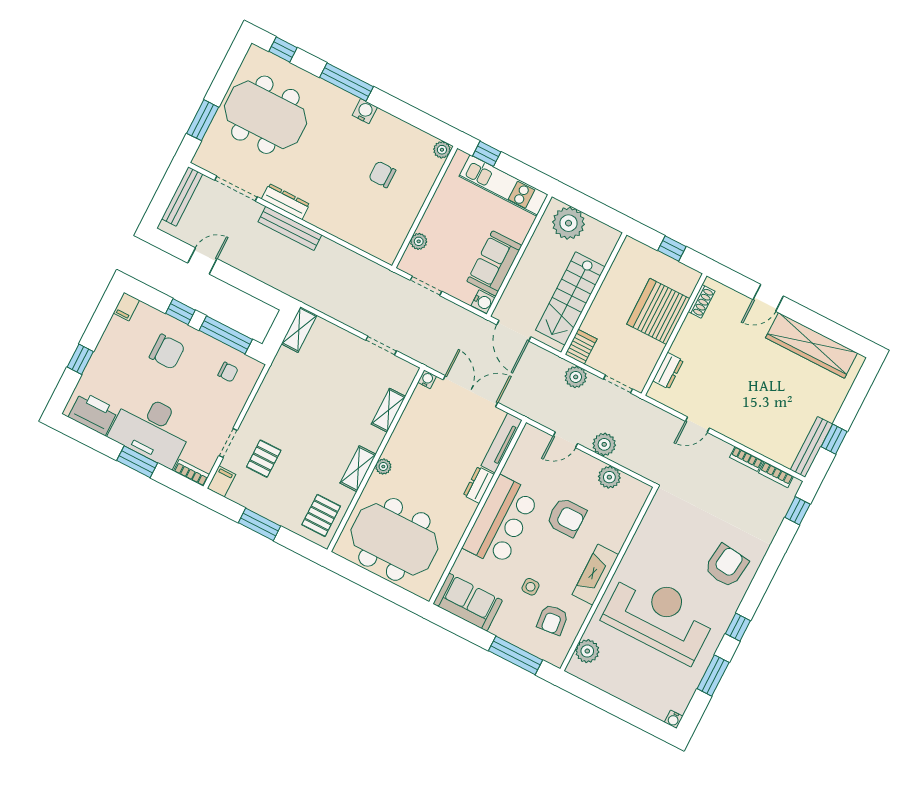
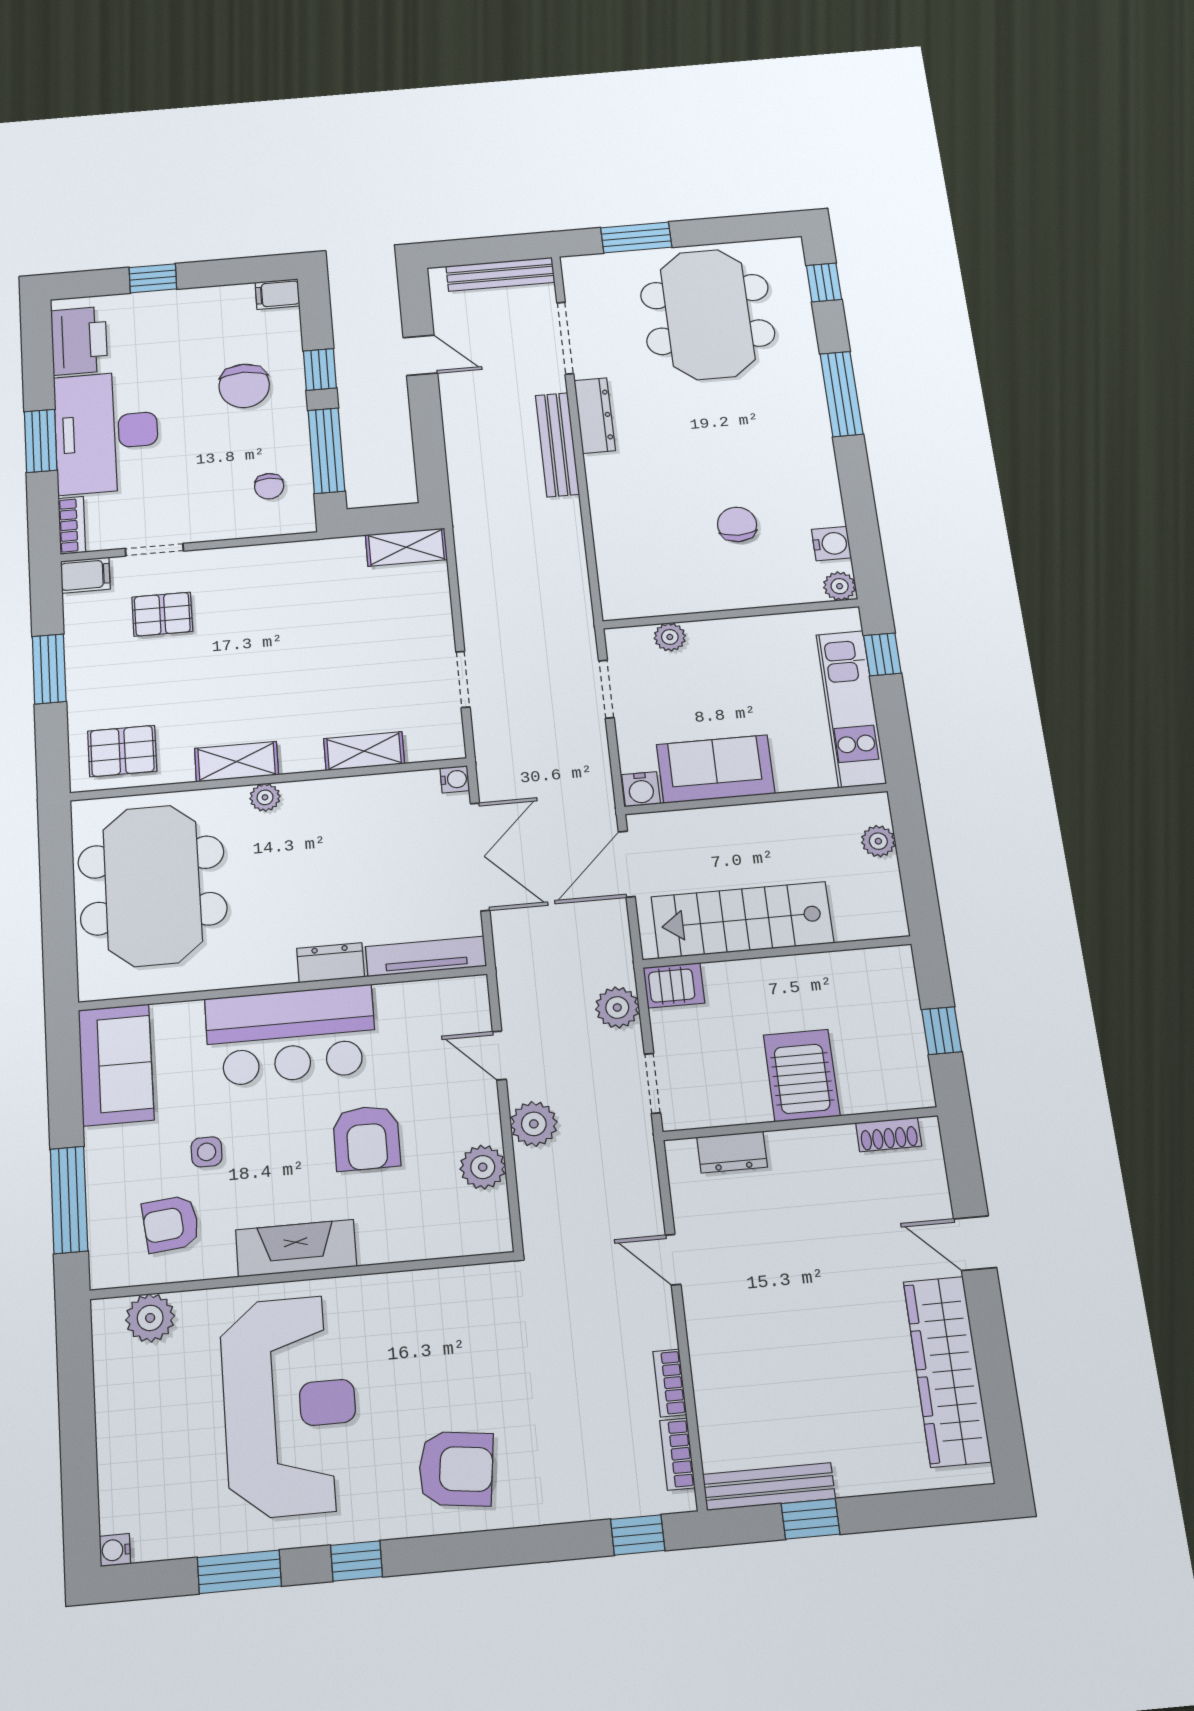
water cooler: (365, 111) -> (831, 544), moved
plant: (569, 223) -> (878, 841), width x0.53, depth x0.53
server rack: (658, 311) -> (802, 1075), width x0.62

